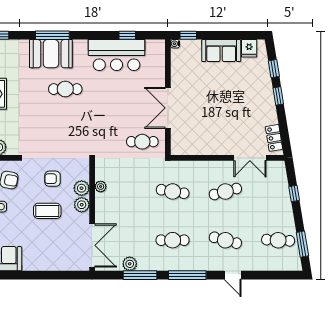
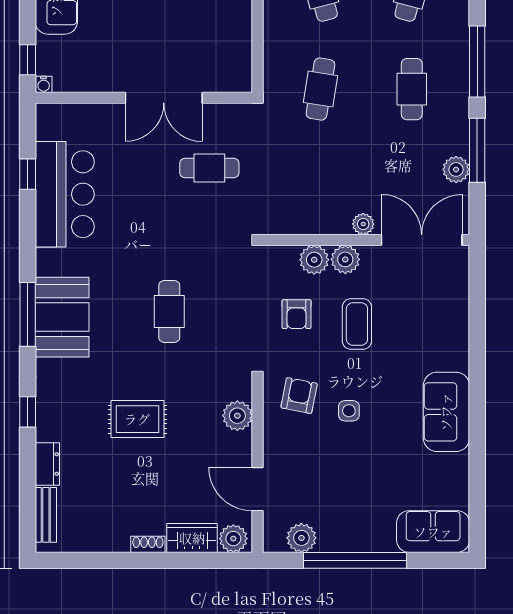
cafe table: (65, 89) -> (169, 311), moved
cafe table: (142, 142) -> (209, 168), moved, turned 90
plant: (101, 187) -> (363, 224), moved

